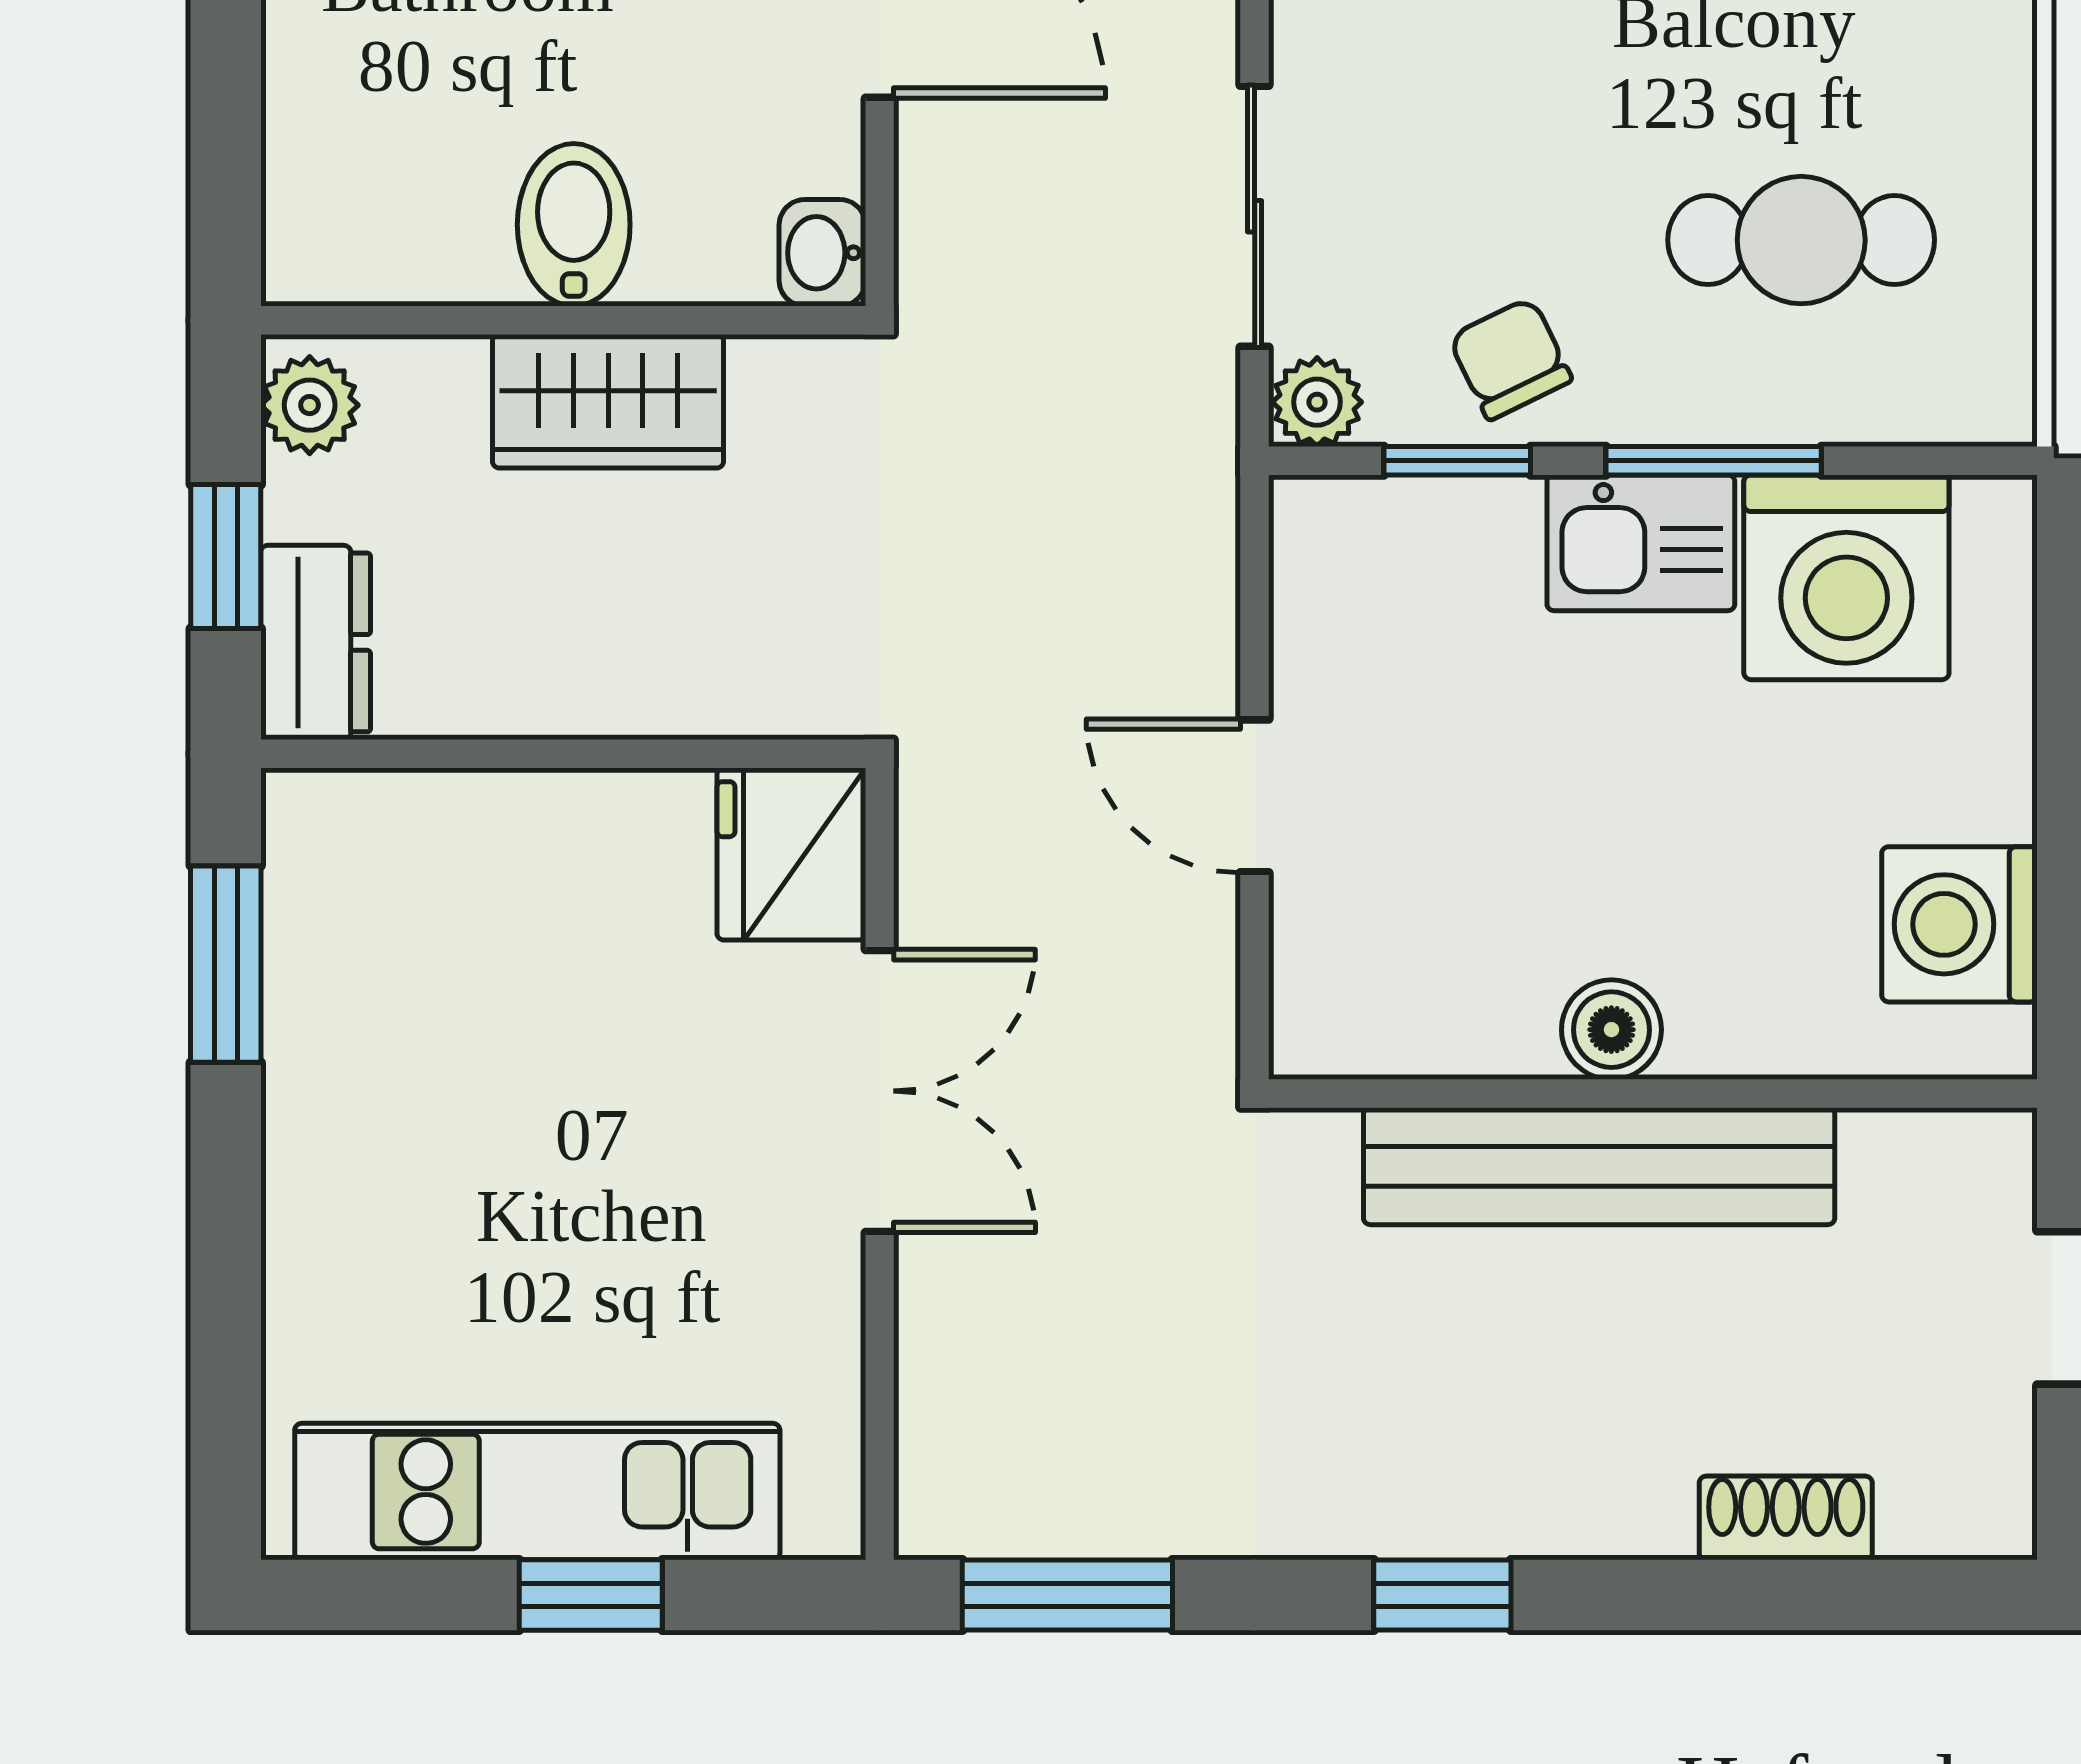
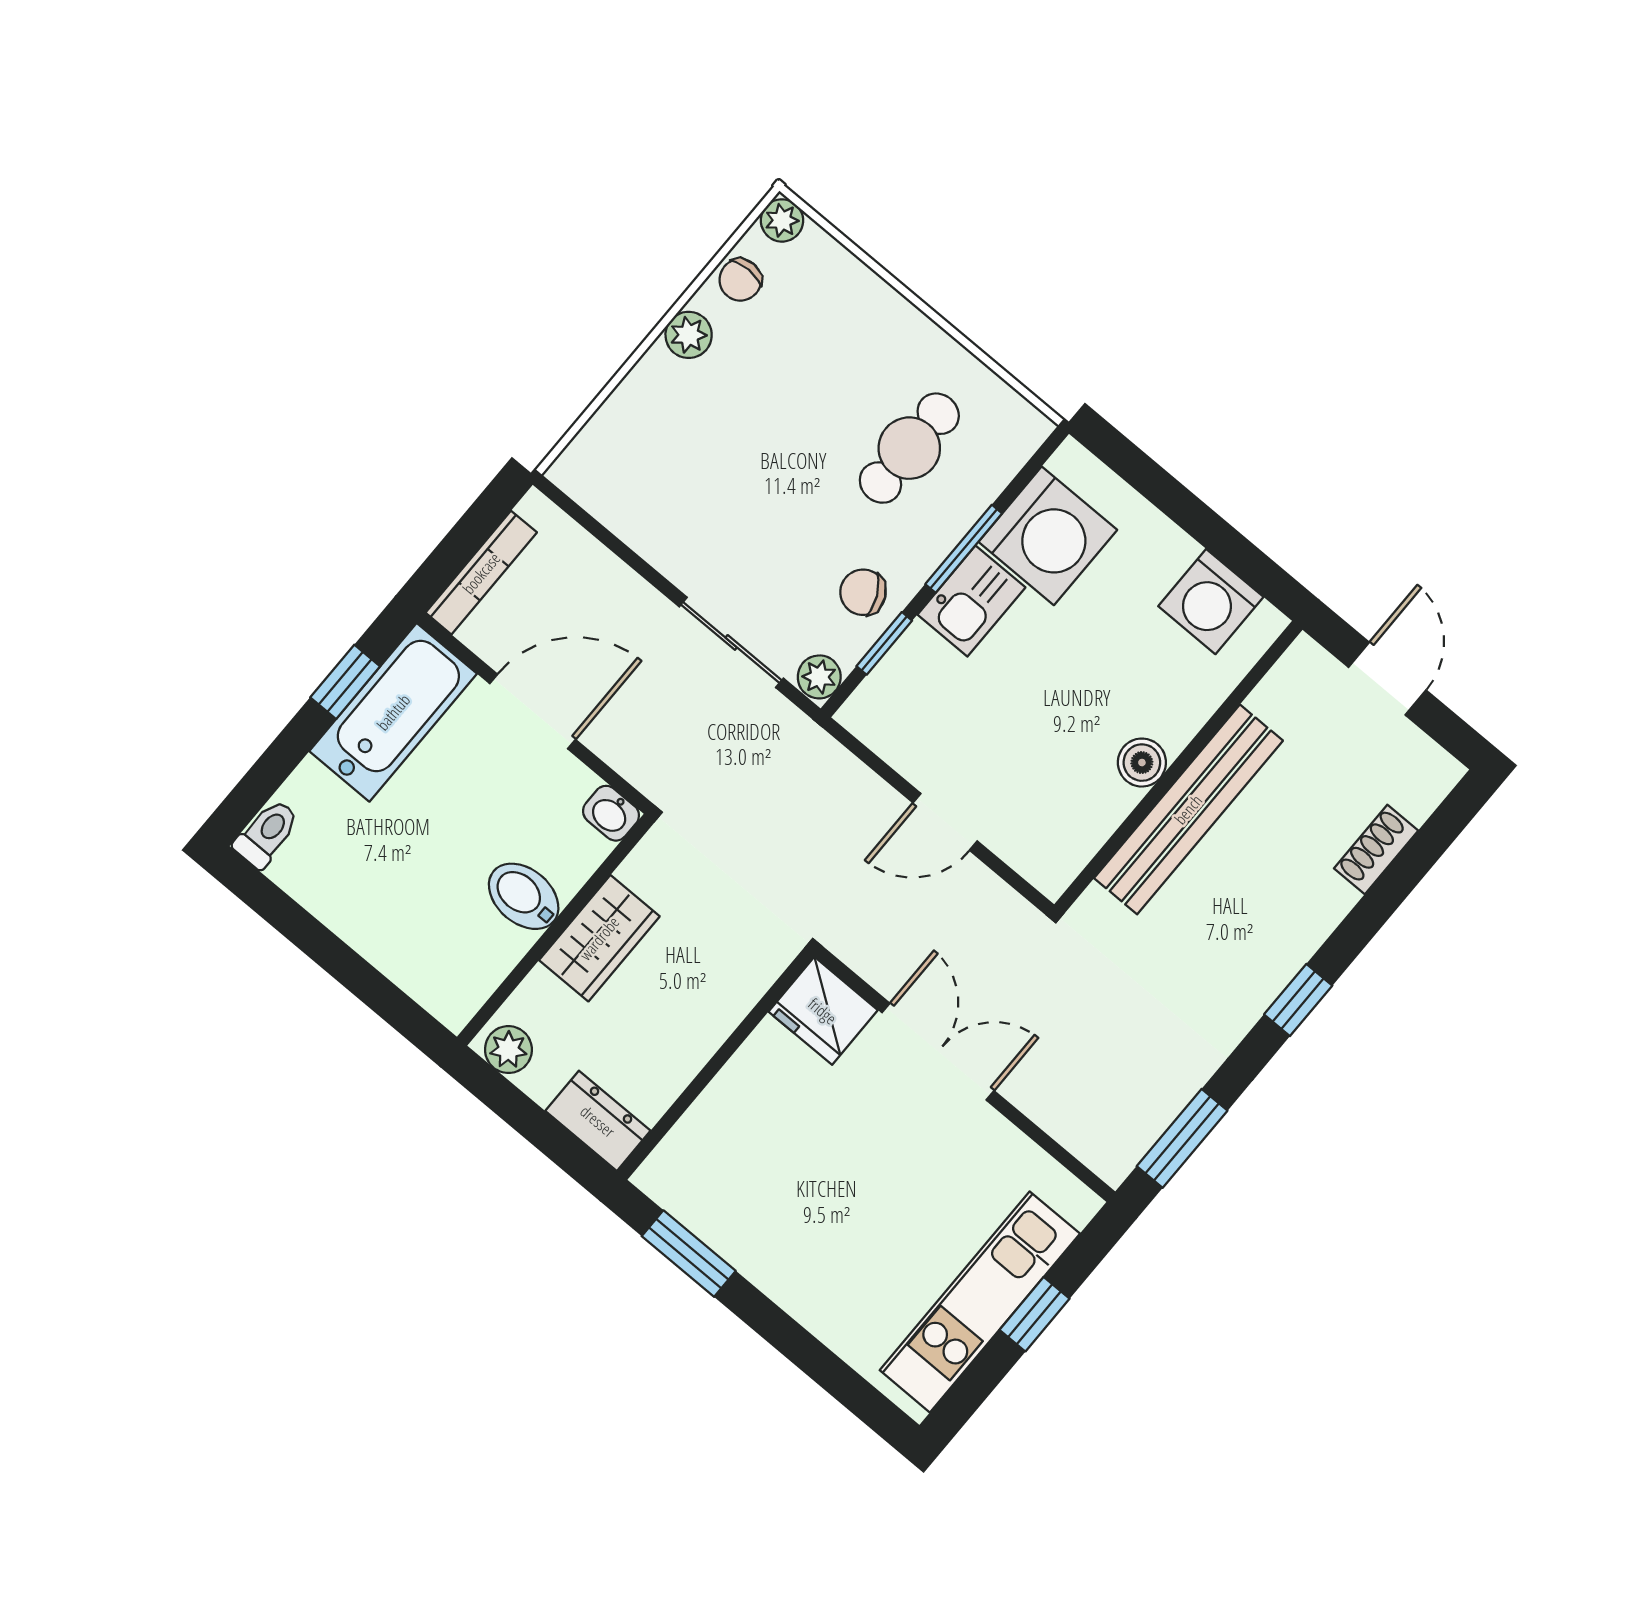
window: (226, 557) -> (538, 1127), removed

